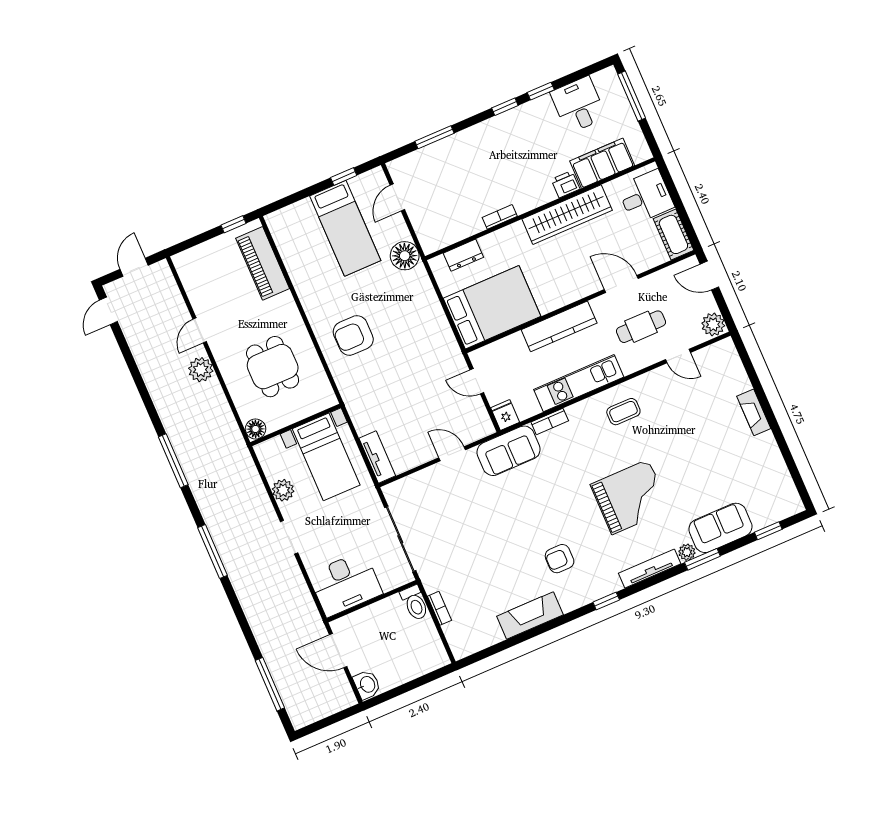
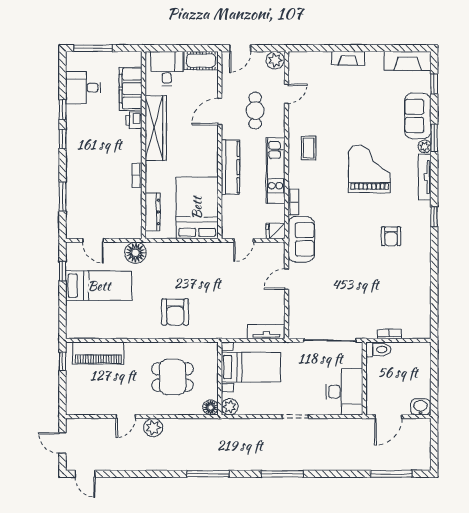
dresser: (463, 255) -> (153, 212), width x1.44
door: (200, 330) -> (126, 417), hinge flipped
plant: (283, 490) -> (230, 407), moved
fireplace: (530, 615) -> (408, 61), moved, turned -90

